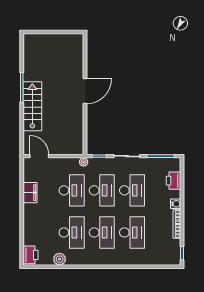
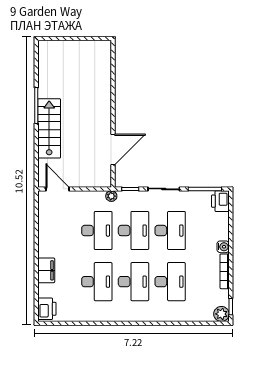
door: (85, 91) -> (113, 150), moved
printer: (173, 181) -> (220, 201), moved
filing cabinet: (30, 193) -> (46, 270), moved
plant: (60, 259) -> (221, 314), moved

